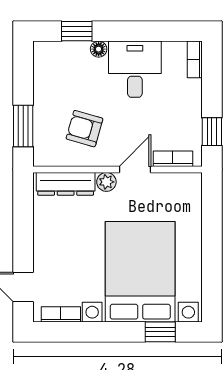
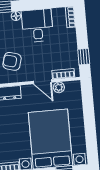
door: (135, 169) -> (42, 82), swing flipped
plant: (106, 182) -> (59, 87), moved

